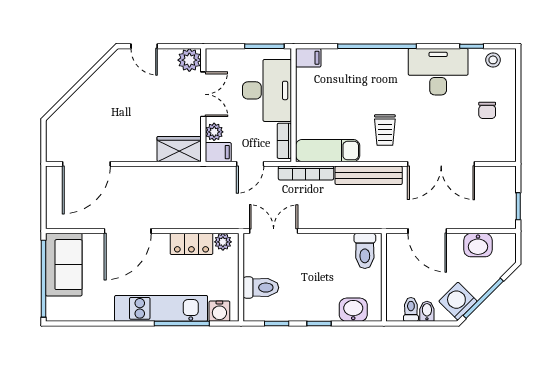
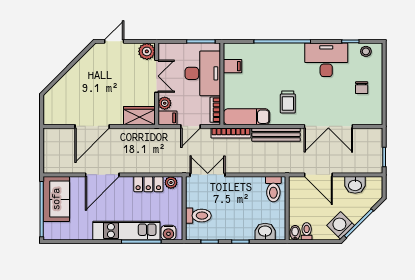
door: (144, 46) -> (114, 41), swing flipped
filing cabinet: (308, 58) -> (233, 66), moved
door: (86, 164) -> (92, 126), moved
bidet: (427, 311) -> (295, 233), moved

